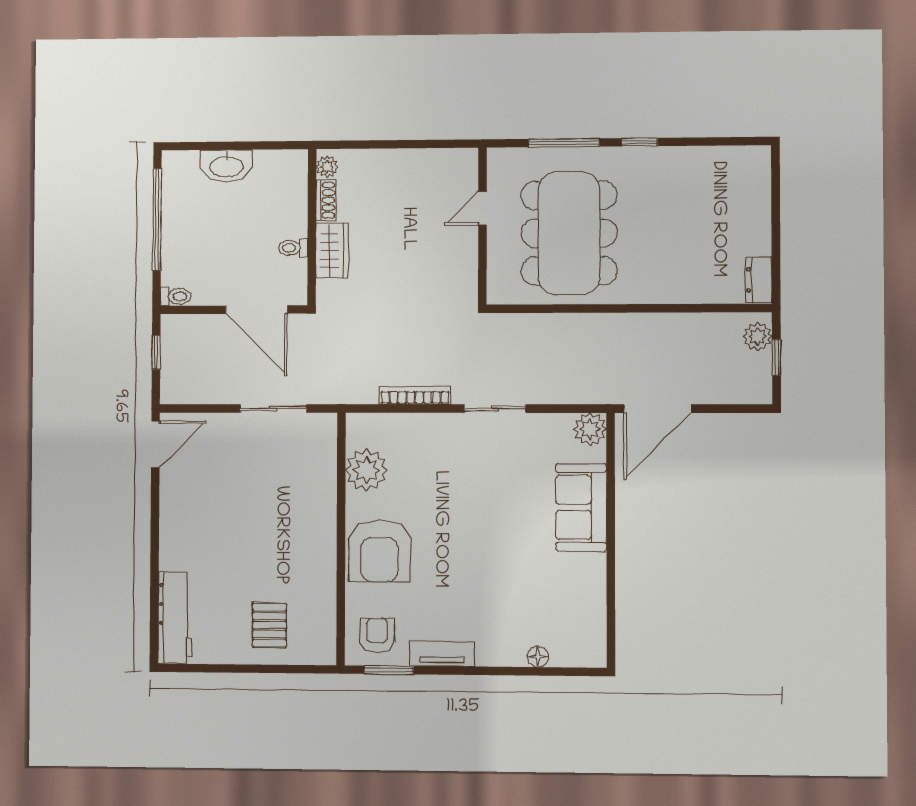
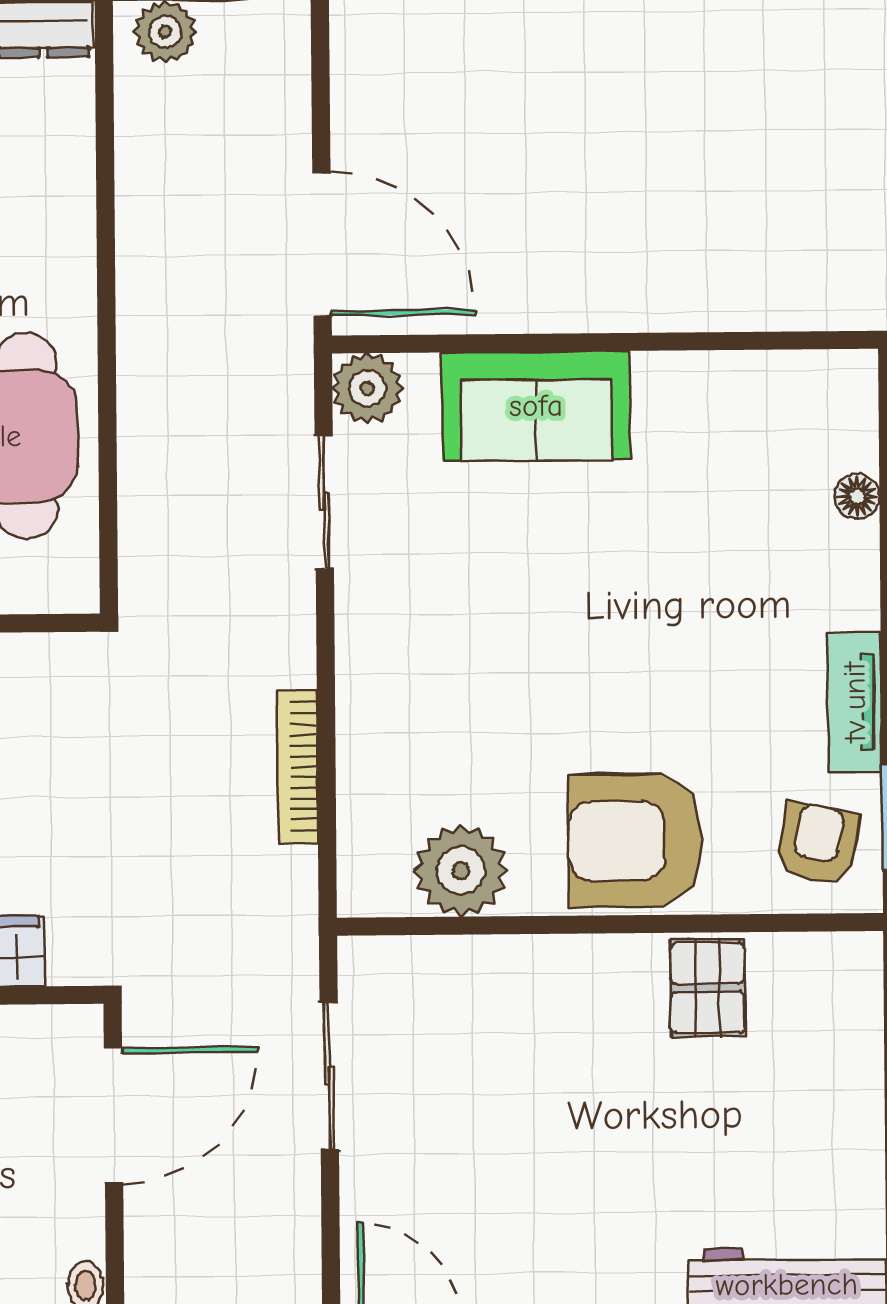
sliding door: (495, 409) -> (324, 502), moved
armchair: (379, 551) -> (635, 841), turned 180
pallet: (269, 625) -> (707, 988), moved, turned 90
armchair: (377, 635) -> (817, 843), turned 101

